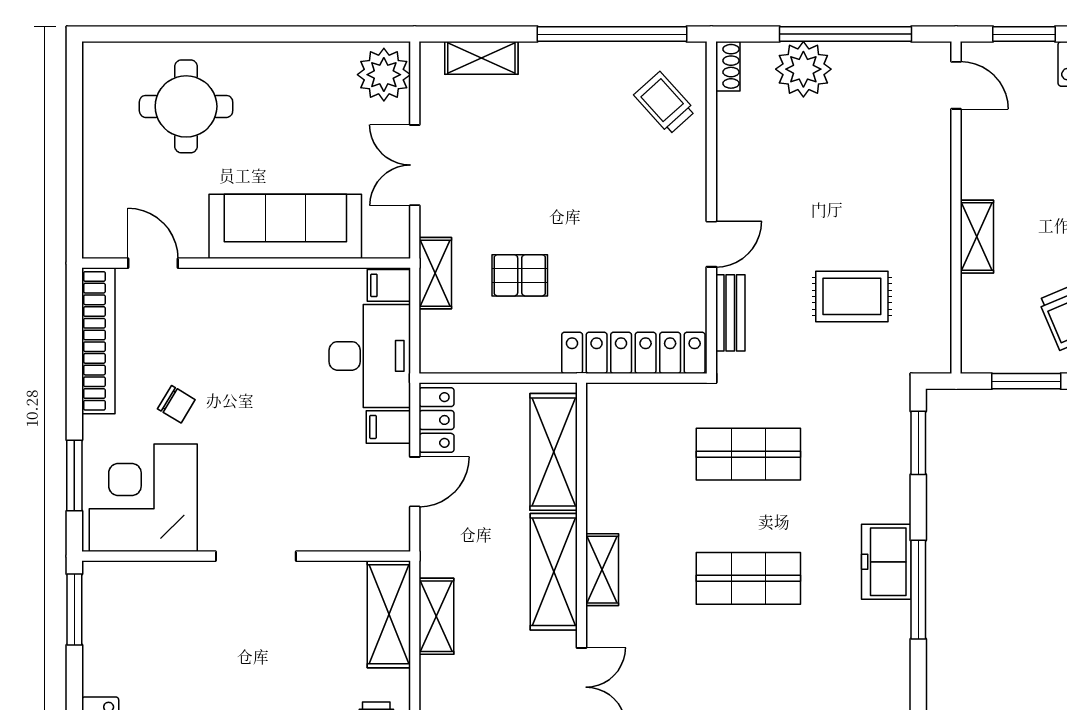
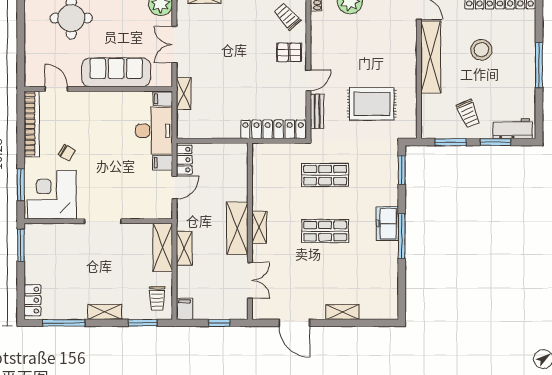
shelving: (977, 237) -> (431, 57), width x2.20, depth x1.33
pallet: (520, 275) -> (289, 52), moved
rug: (852, 296) -> (372, 104), width x1.36, depth x1.43
shelving: (554, 452) -> (237, 174), removed

